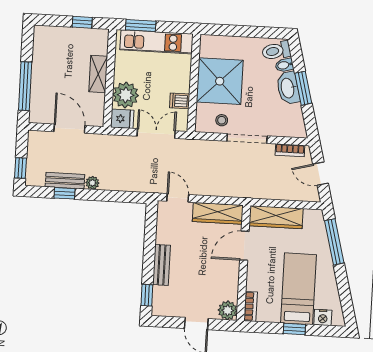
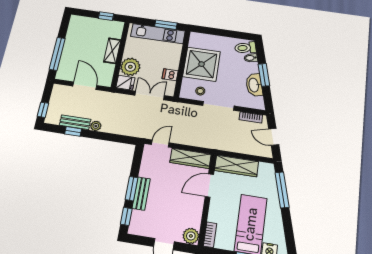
window: (141, 26) -> (166, 25), moved
washbasin: (288, 88) -> (254, 85), moved
door: (178, 198) -> (160, 144), hinge flipped
window: (149, 260) -> (132, 189), added

